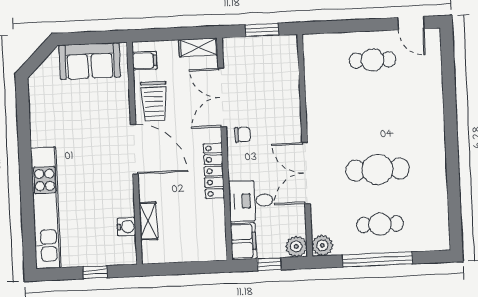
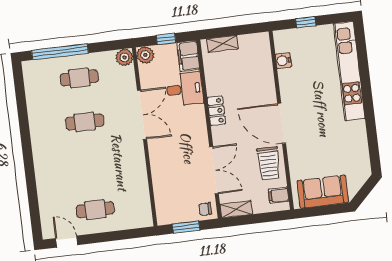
trolley: (154, 101) -> (269, 163), turned 180
chair: (243, 135) -> (205, 209), moved
cafe table: (378, 169) -> (85, 122), width x0.73, depth x0.74
locker: (214, 171) -> (216, 111), width x0.66
shelving: (148, 221) -> (223, 44), moved, turned 90
window: (377, 259) -> (60, 52), moved

